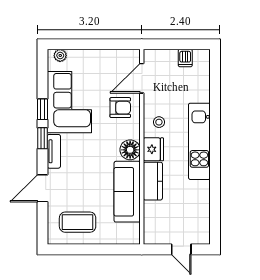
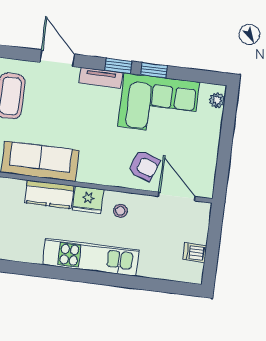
armchair: (120, 108) -> (144, 166), turned -70
floor lamp: (130, 150) -> (91, 171), removed

